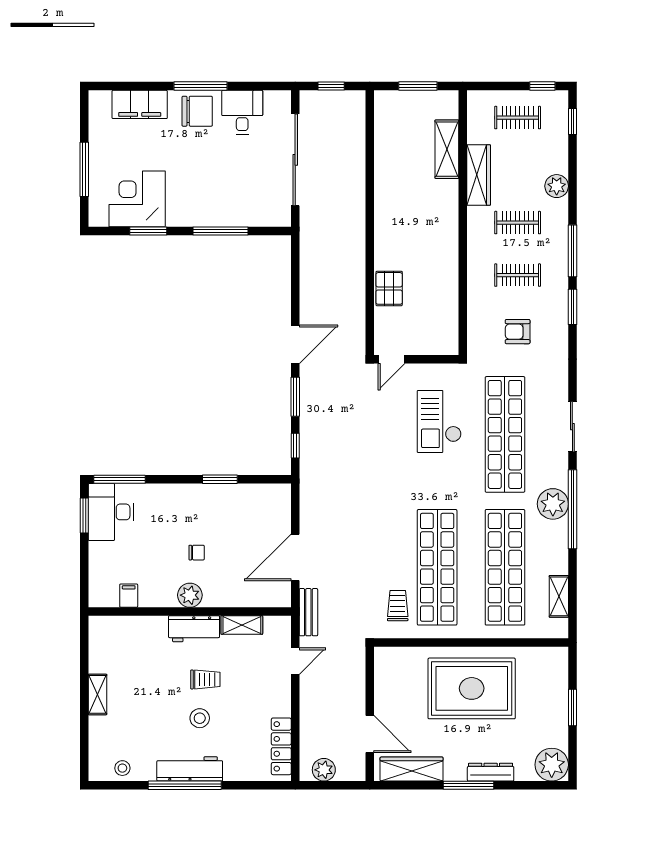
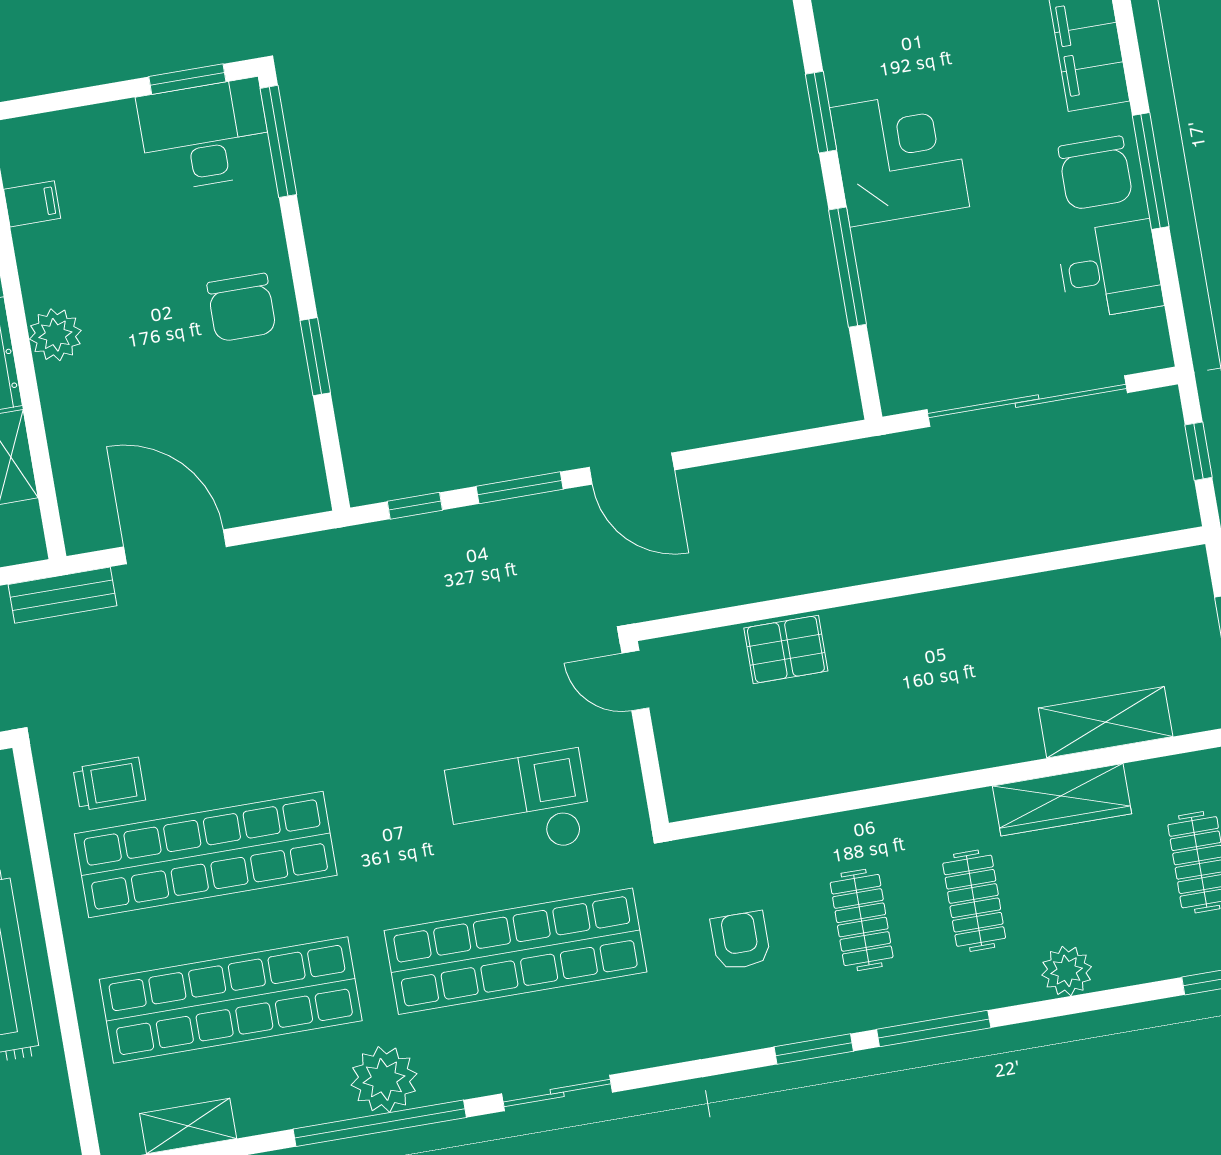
corner desk: (137, 199) -> (900, 157), moved
chair: (197, 553) -> (242, 308), moved, width x1.87, depth x1.87

